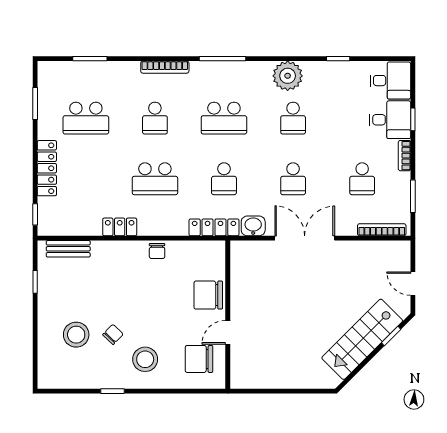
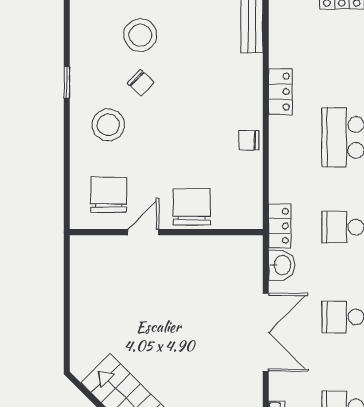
locker: (214, 227) -> (280, 226), width x0.66
door: (228, 332) -> (143, 232), hinge flipped

